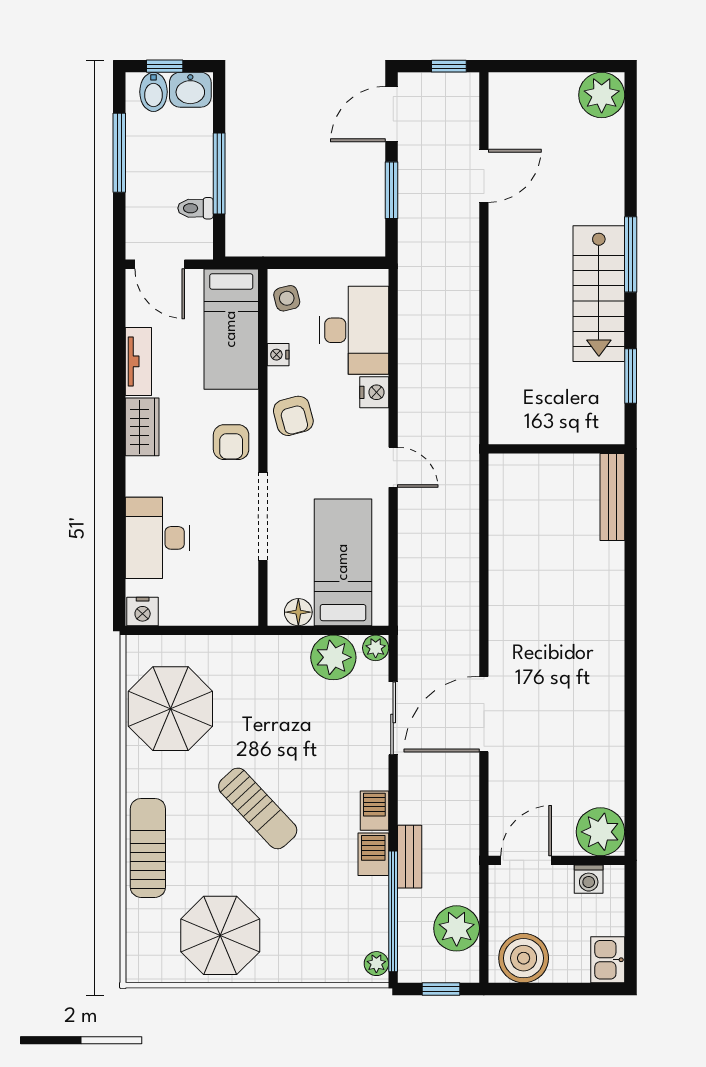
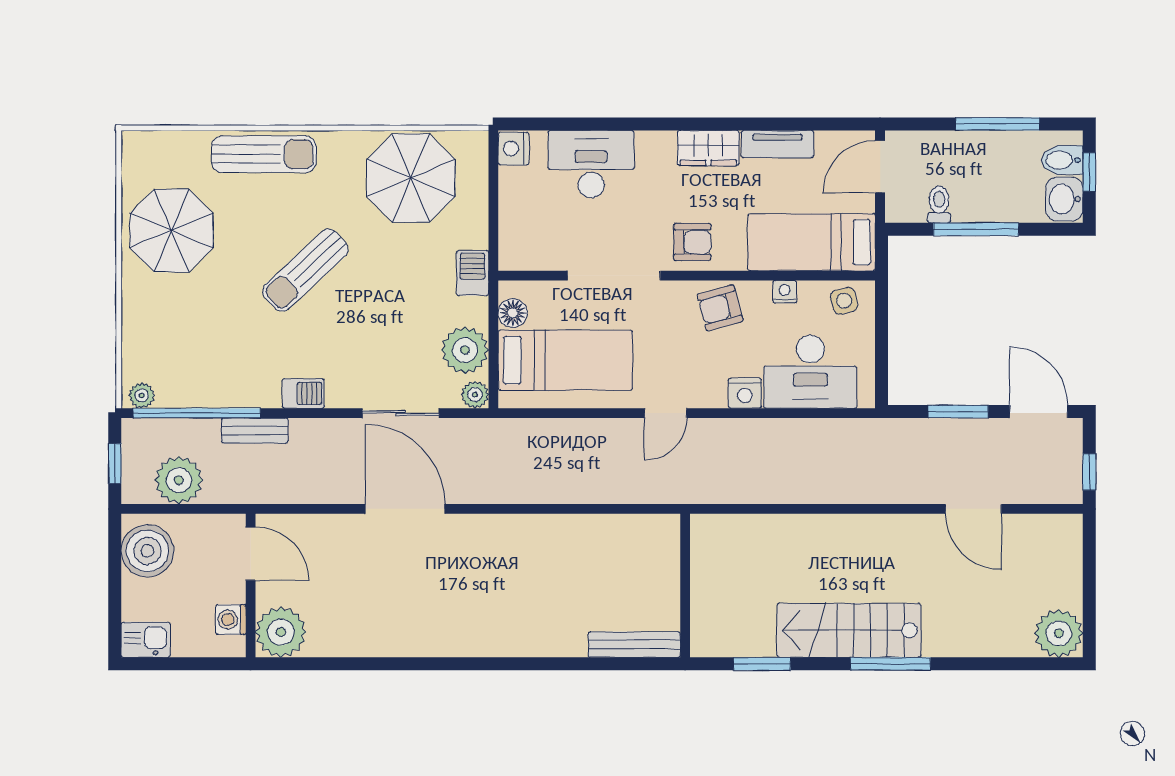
armchair: (231, 442) -> (692, 242), turned 180
barbecue: (373, 854) -> (473, 273), moved, turned -90

